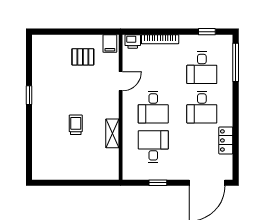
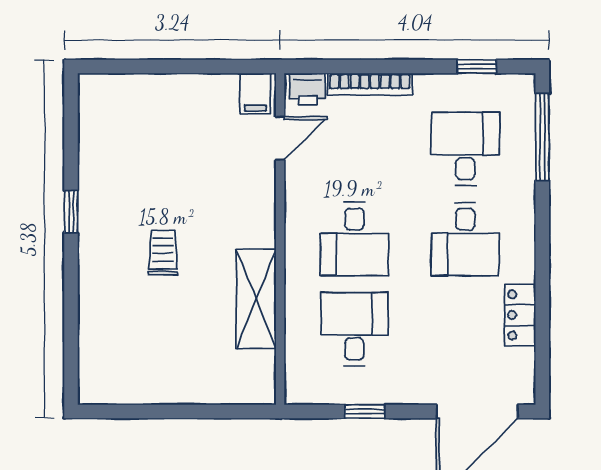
pallet: (83, 57) -> (194, 124), removed
desk: (202, 68) -> (465, 149), turned 180
door: (121, 81) -> (280, 138), moved
trolley: (76, 125) -> (163, 253), moved
shelving: (112, 133) -> (256, 299), width x1.50, depth x1.33

